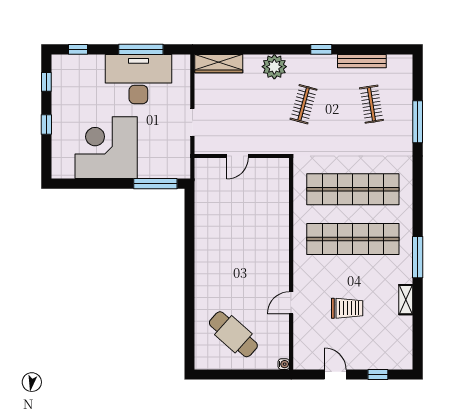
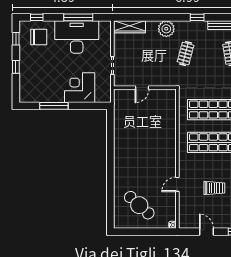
chair: (81, 79) -> (39, 37), added
corner desk: (106, 148) -> (80, 88), moved, width x0.74, depth x0.74
window: (155, 184) -> (54, 106), moved

